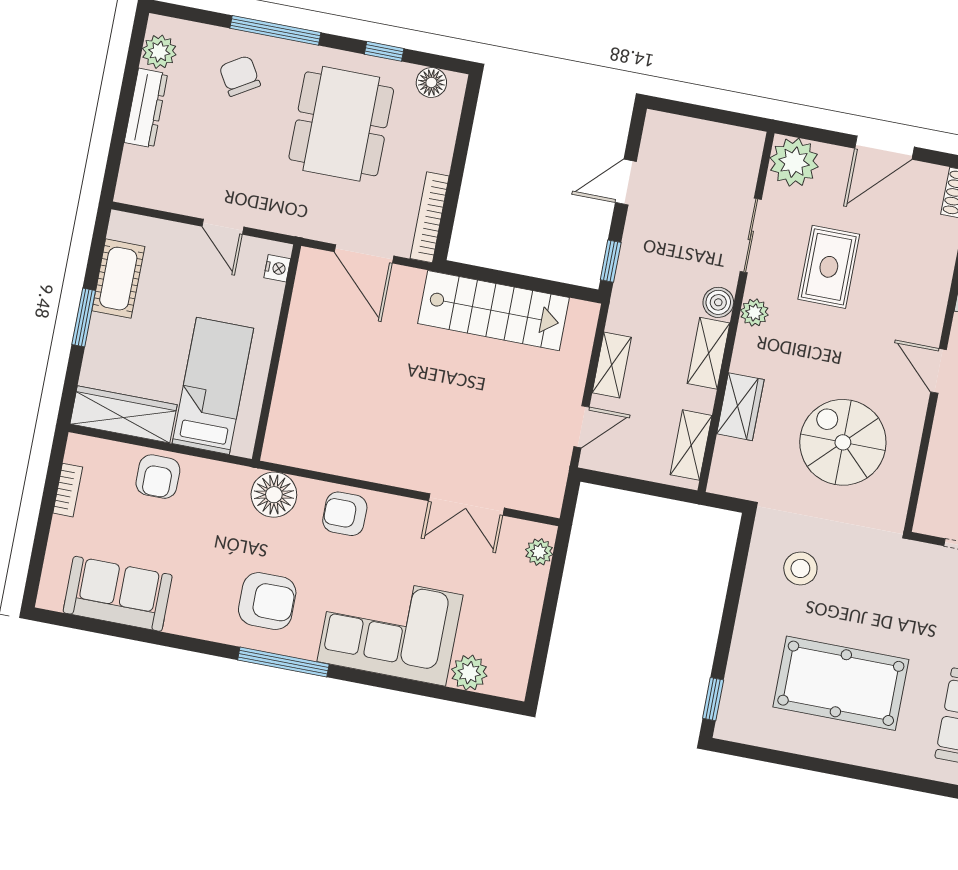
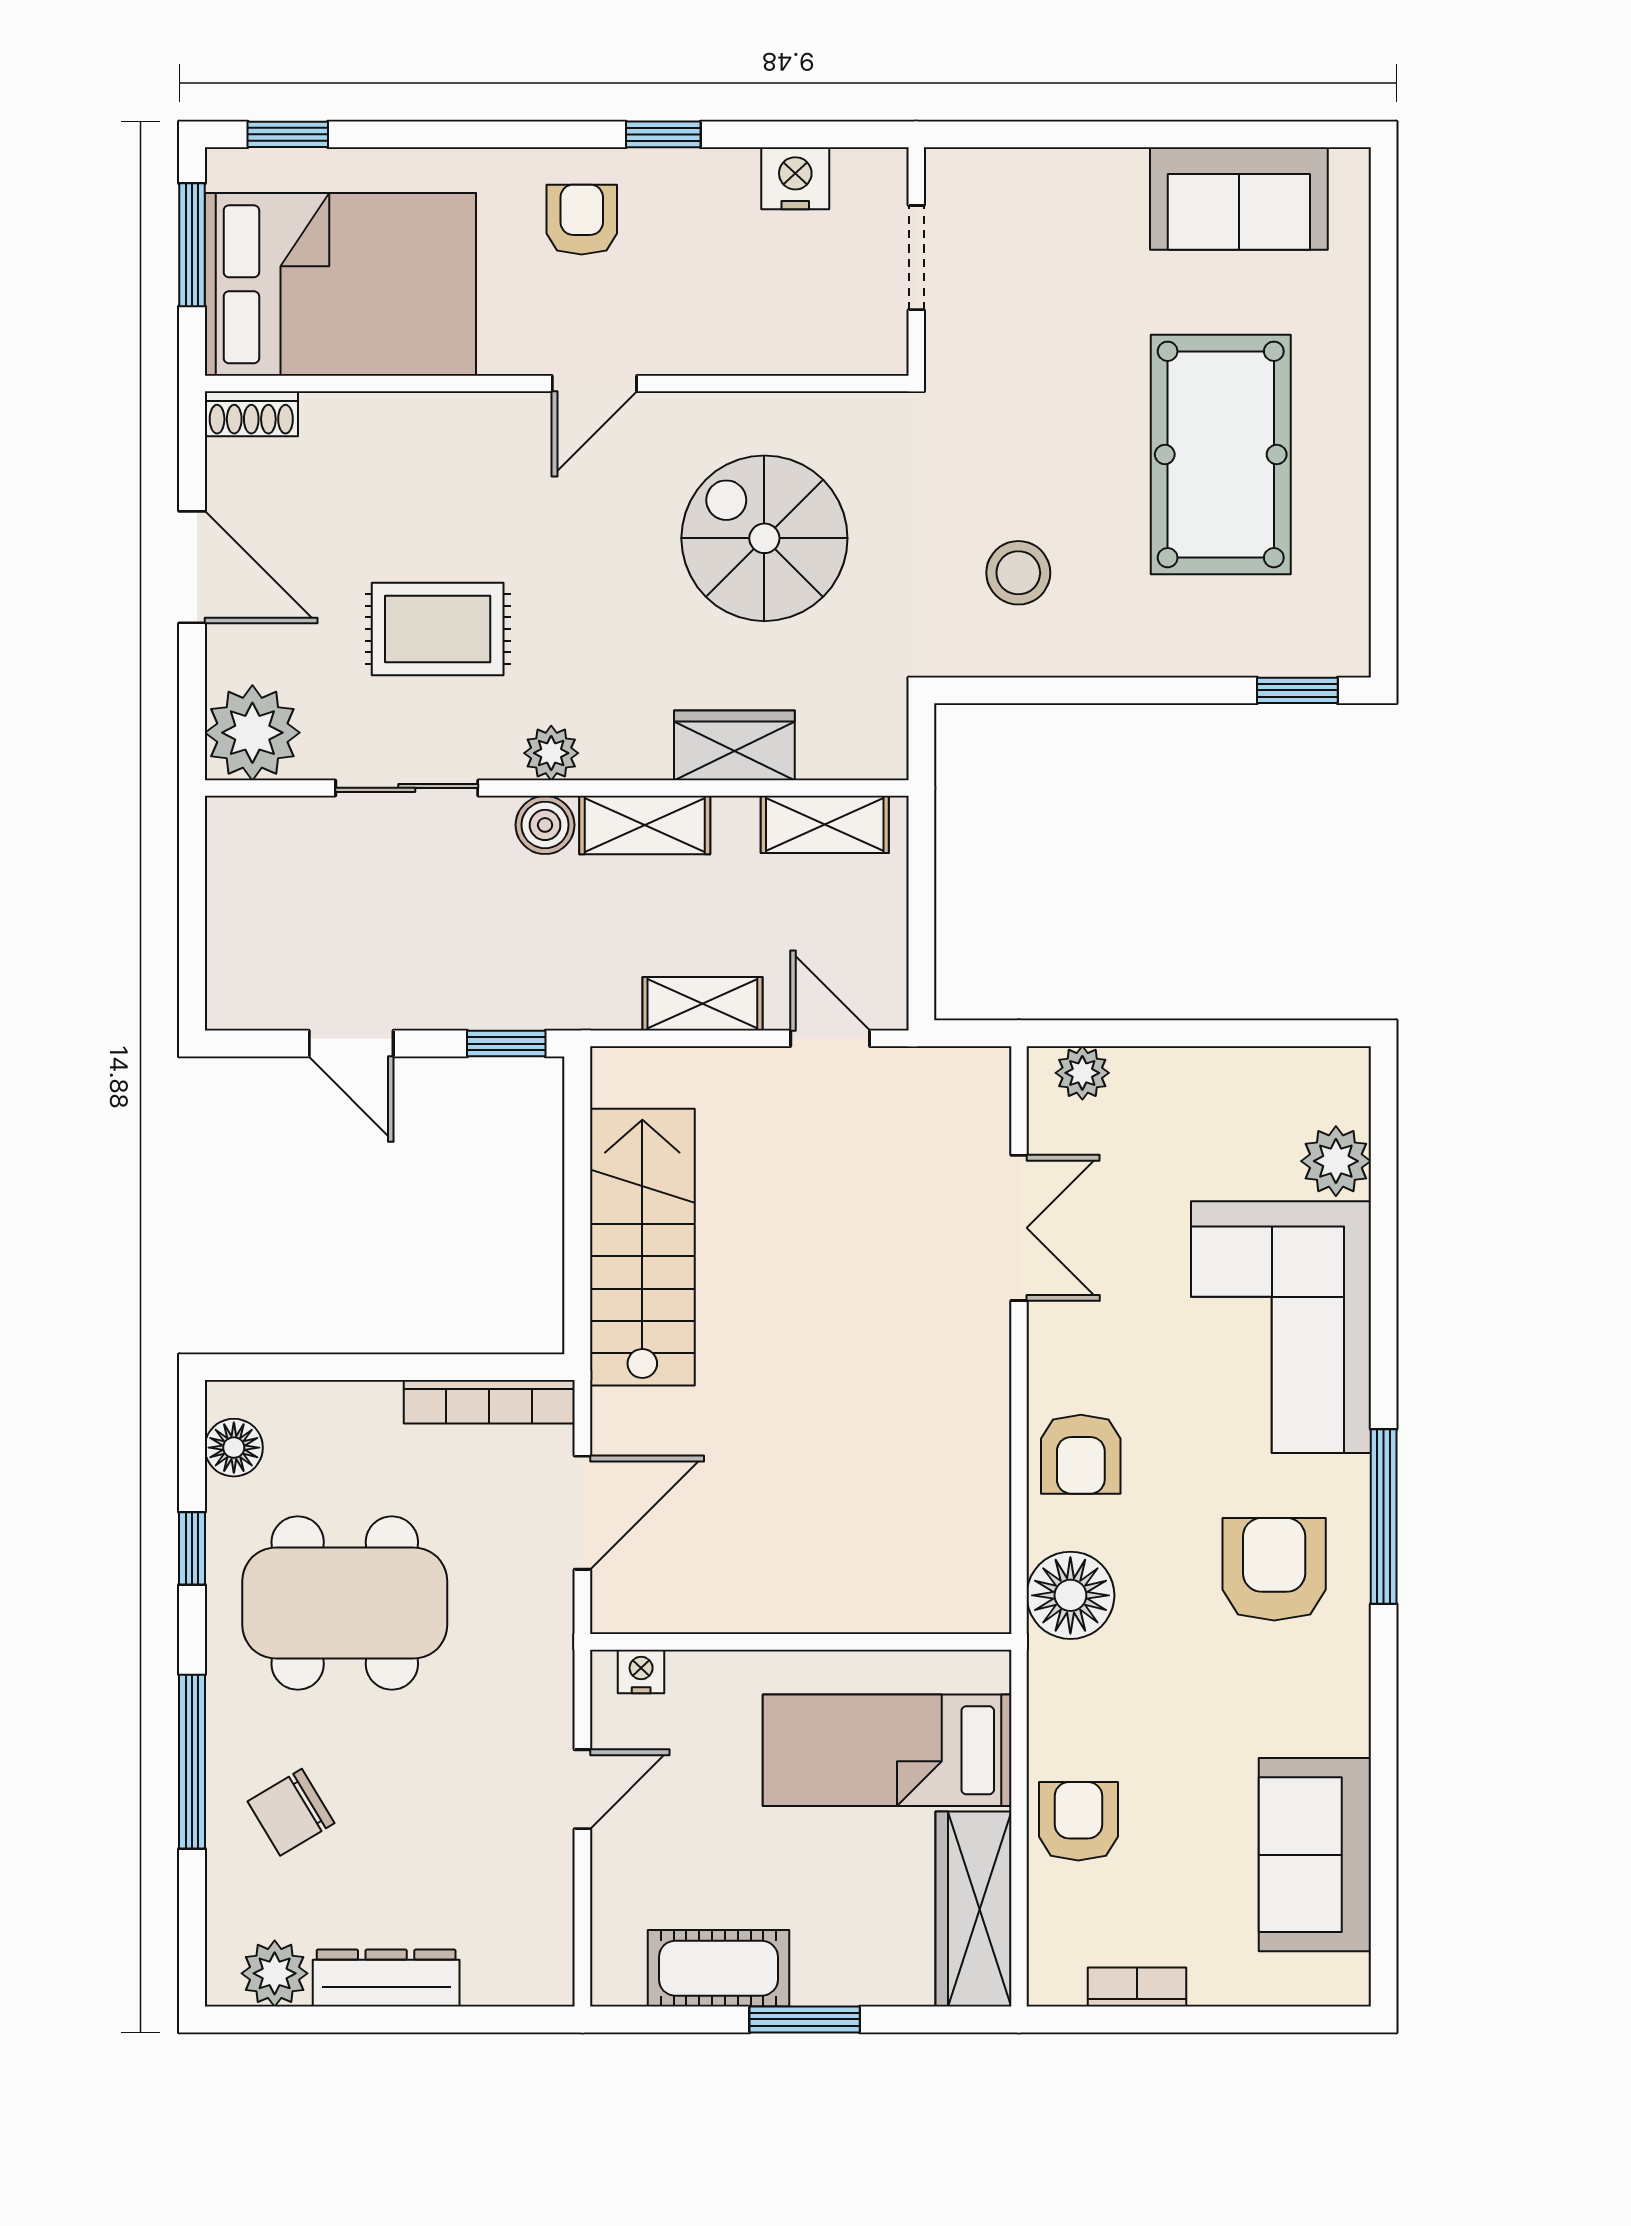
spiral stairs: (843, 442) -> (764, 538), turned 90
armchair: (158, 477) -> (1078, 1821), turned -90

